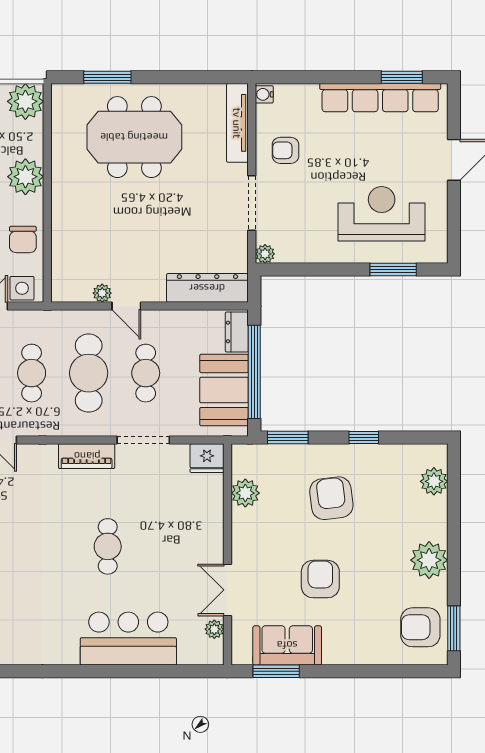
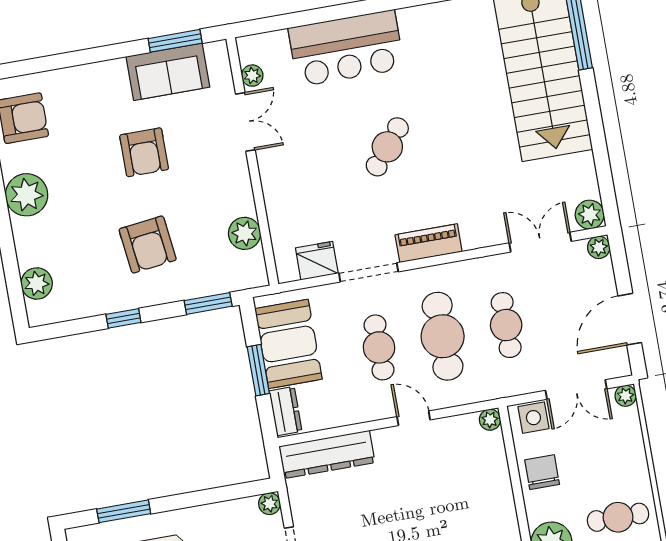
plant: (102, 293) -> (490, 420), moved
window: (254, 372) -> (258, 370), width x0.47
fridge: (207, 458) -> (317, 261), moved
cafe table: (108, 546) -> (387, 147), turned 39

